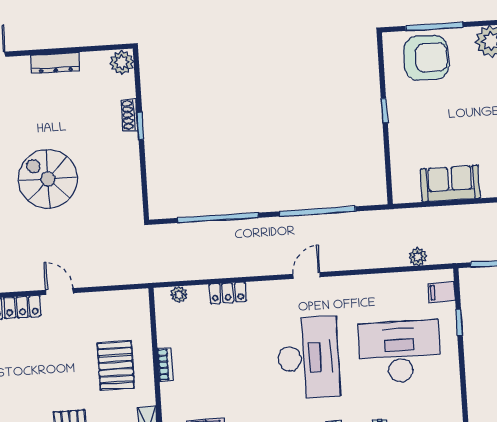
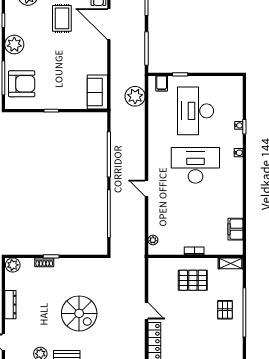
armchair: (426, 58) -> (22, 84), turned 90
spiral stairs: (48, 179) -> (79, 313), turned -90
sofa: (450, 184) -> (97, 92), moved
plant: (418, 257) -> (135, 96), width x1.88, depth x1.88
door: (307, 275) -> (146, 188), moved
door: (59, 291) -> (146, 311), swing flipped
locker: (228, 293) -> (154, 211), removed

